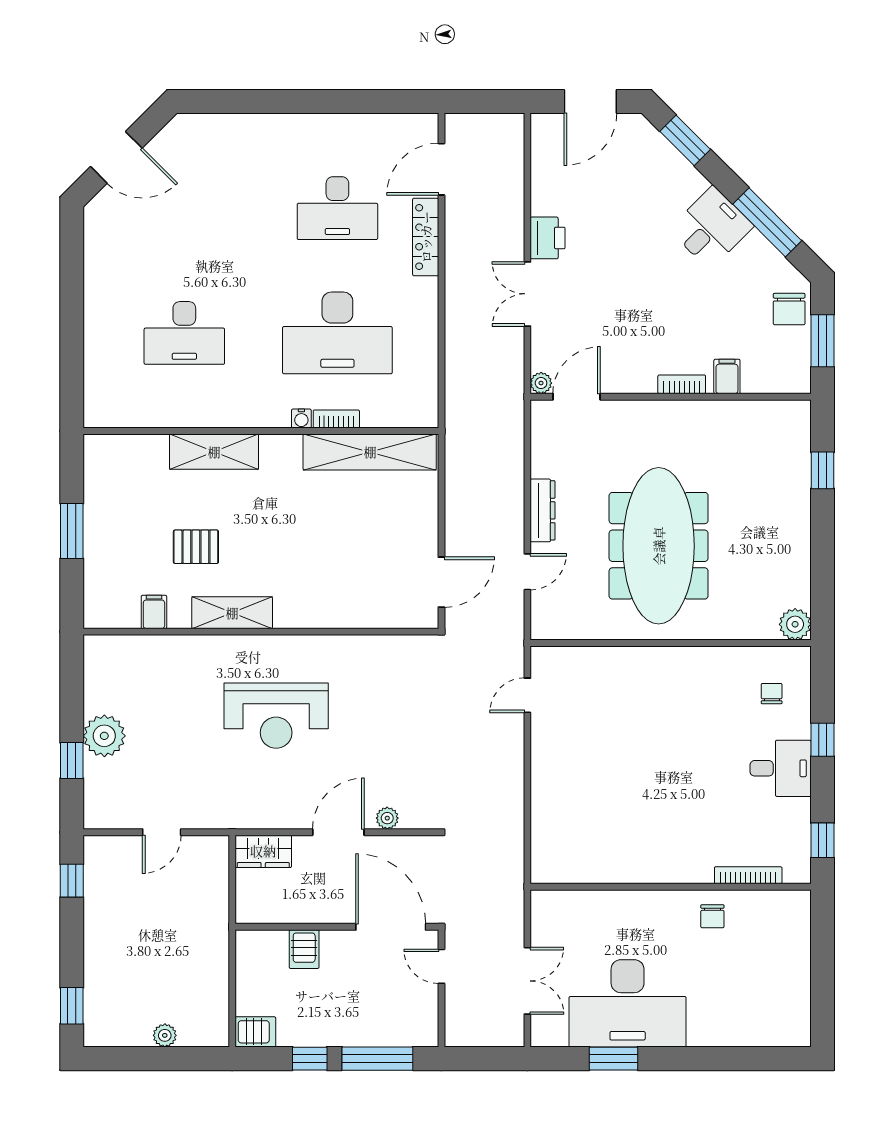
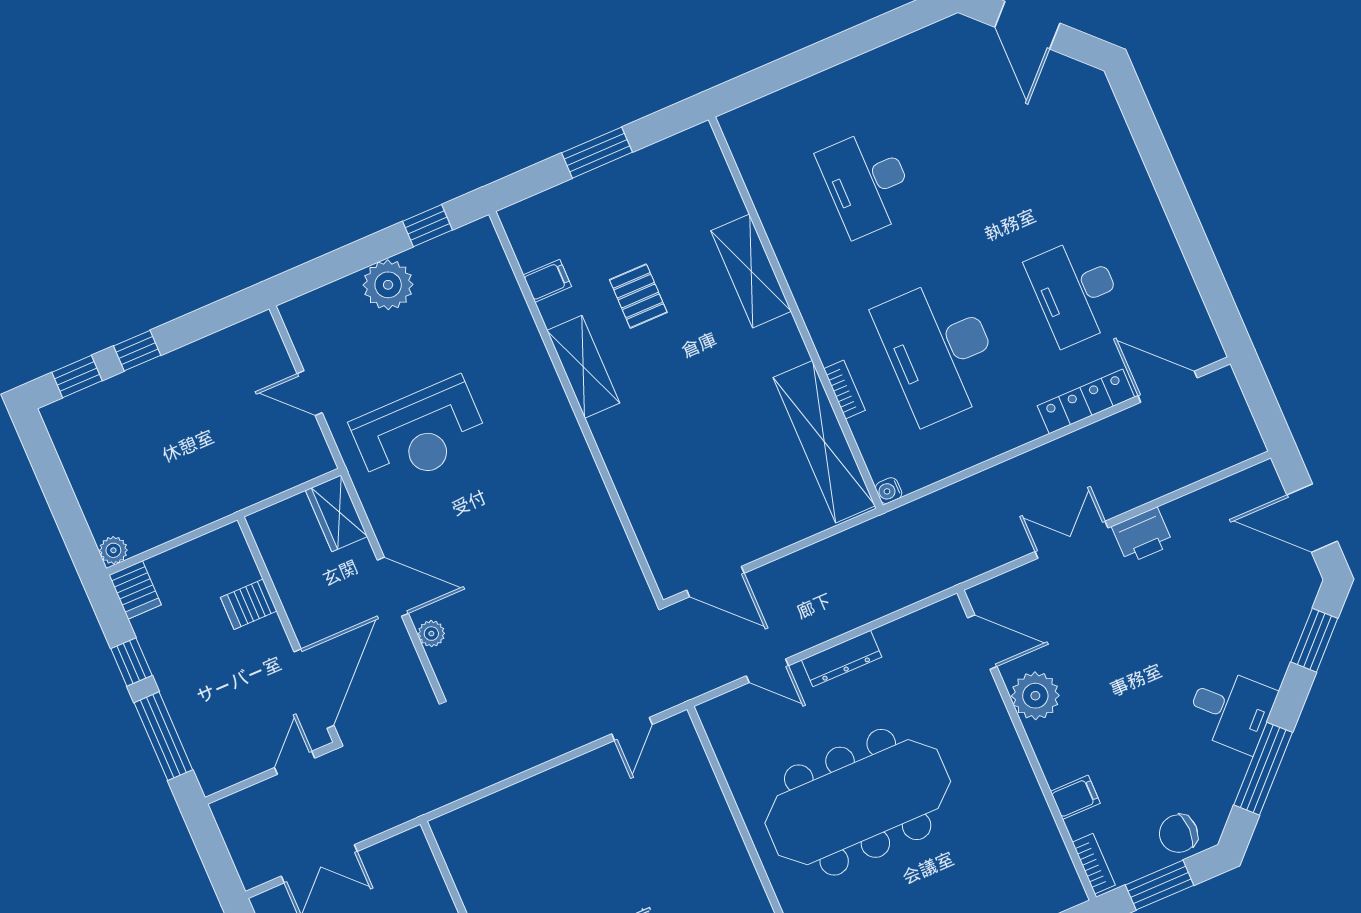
plant: (541, 383) -> (1035, 696), moved, width x1.87, depth x1.87
bookcase: (682, 384) -> (1094, 864), moved
water cooler: (301, 419) -> (889, 491), moved
door: (527, 695) -> (632, 729), swing flipped
reception desk: (276, 716) -> (420, 433), moved, turned -90
window: (72, 761) -> (427, 226), moved
window: (72, 881) -> (137, 351), moved
plant: (165, 1035) -> (113, 550), moved

